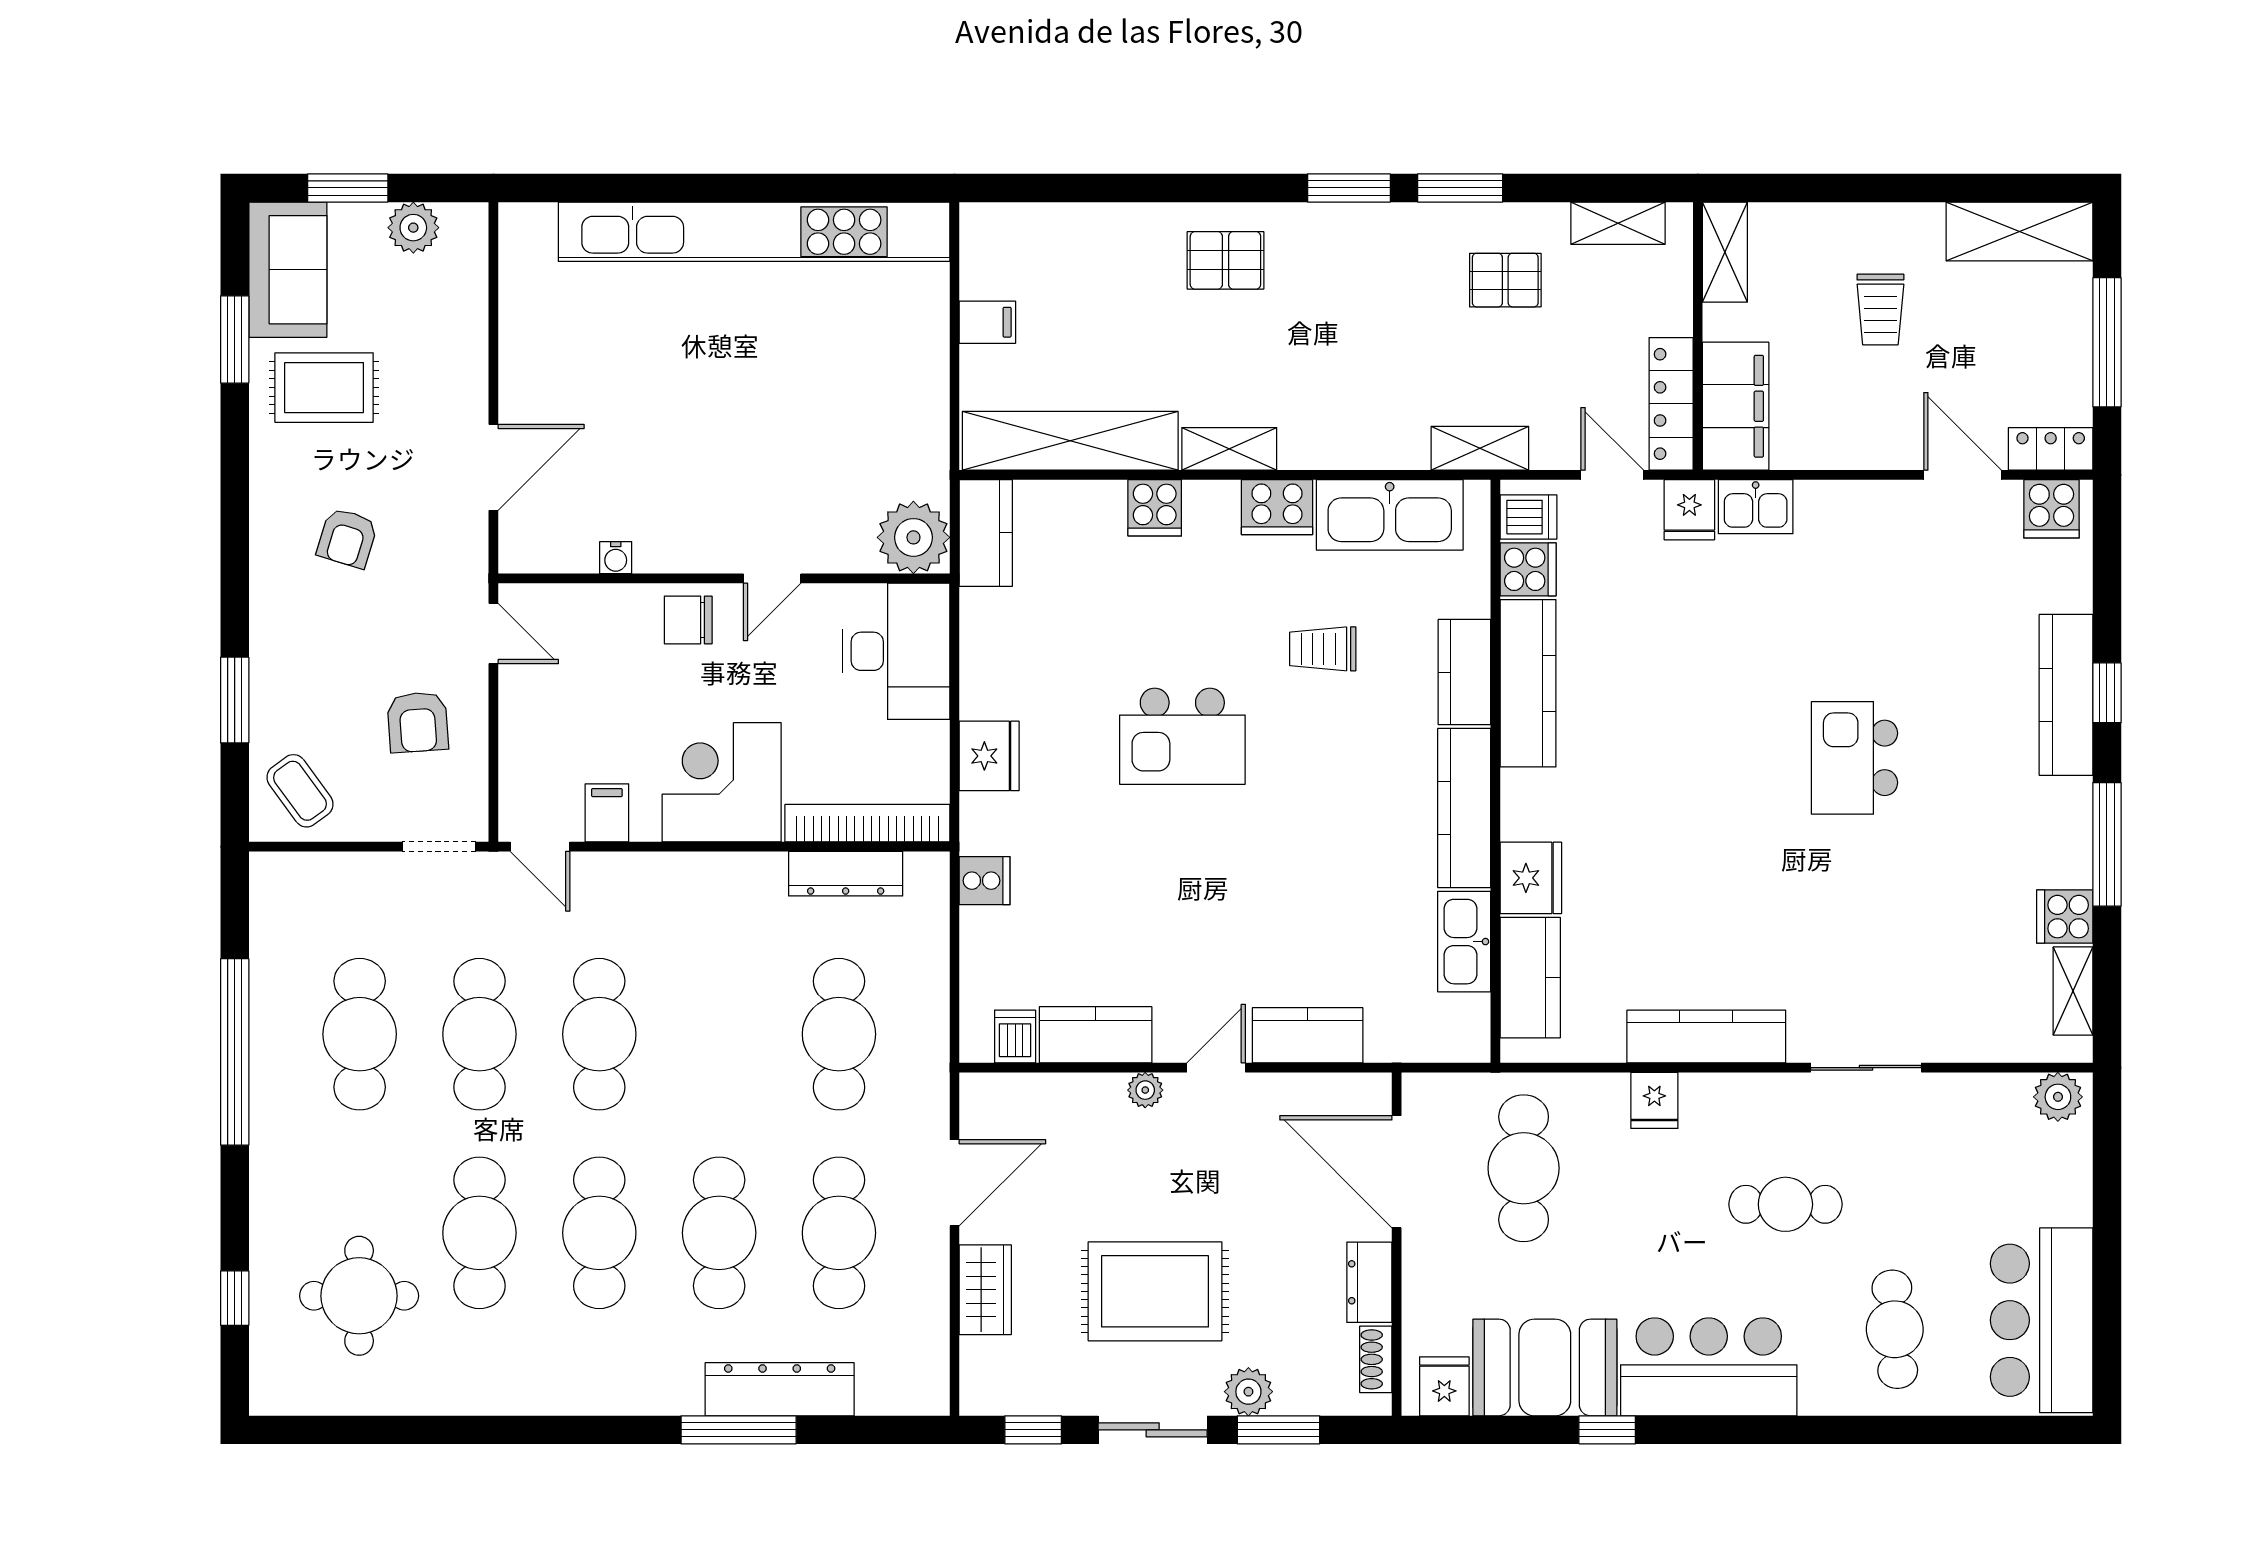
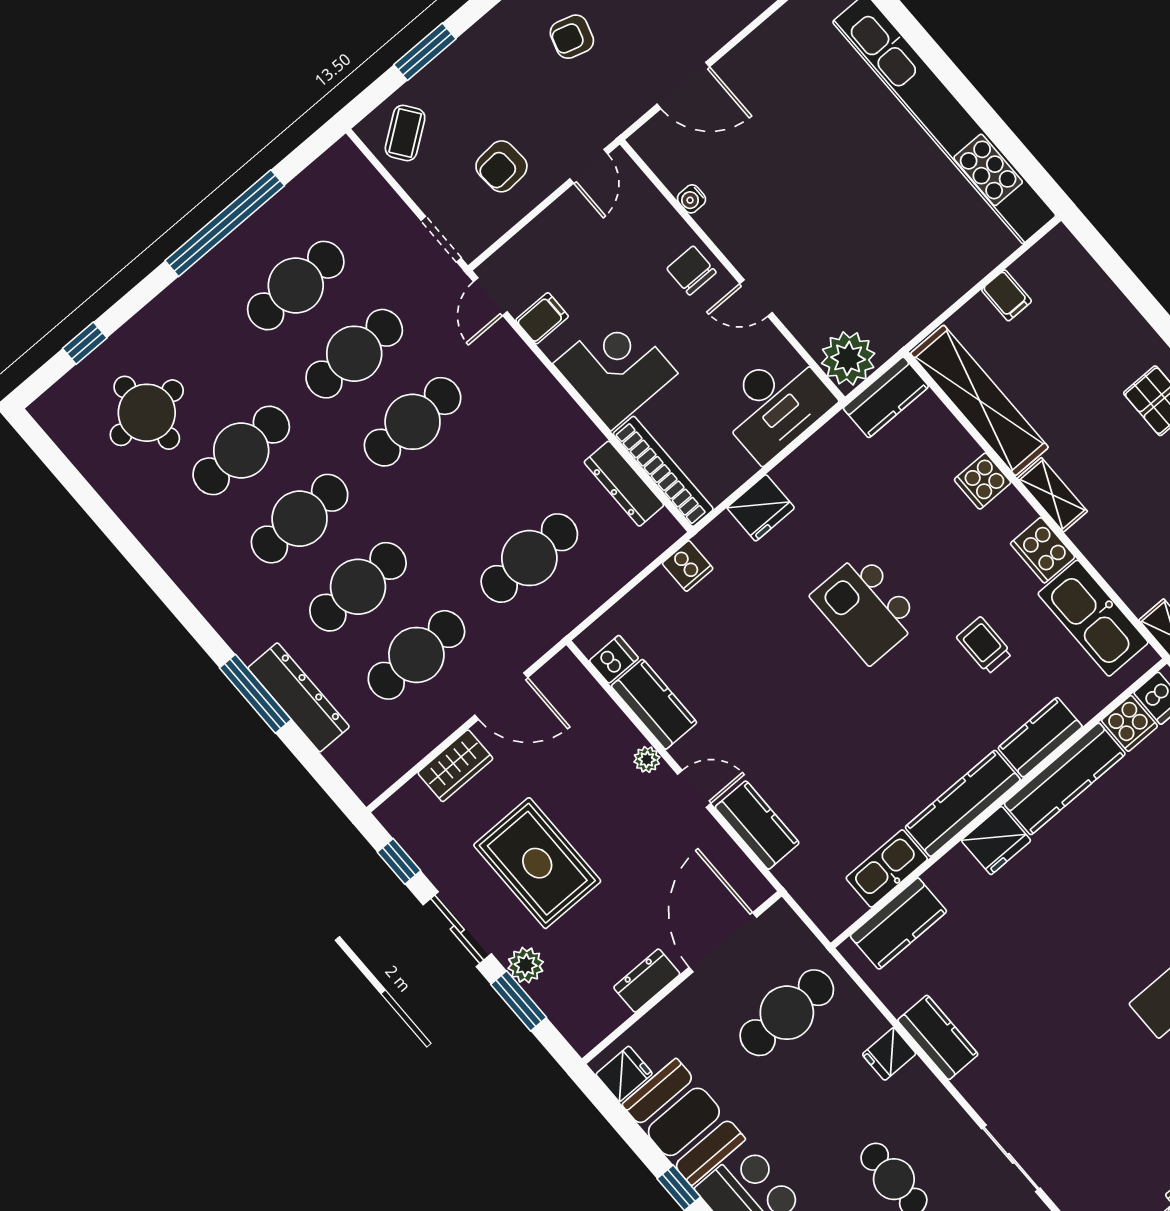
fridge: (1531, 878) -> (996, 841), moved
kitchen counter: (1706, 1036) -> (938, 1037), width x0.67
shoe rack: (1376, 1359) -> (606, 1022), removed

